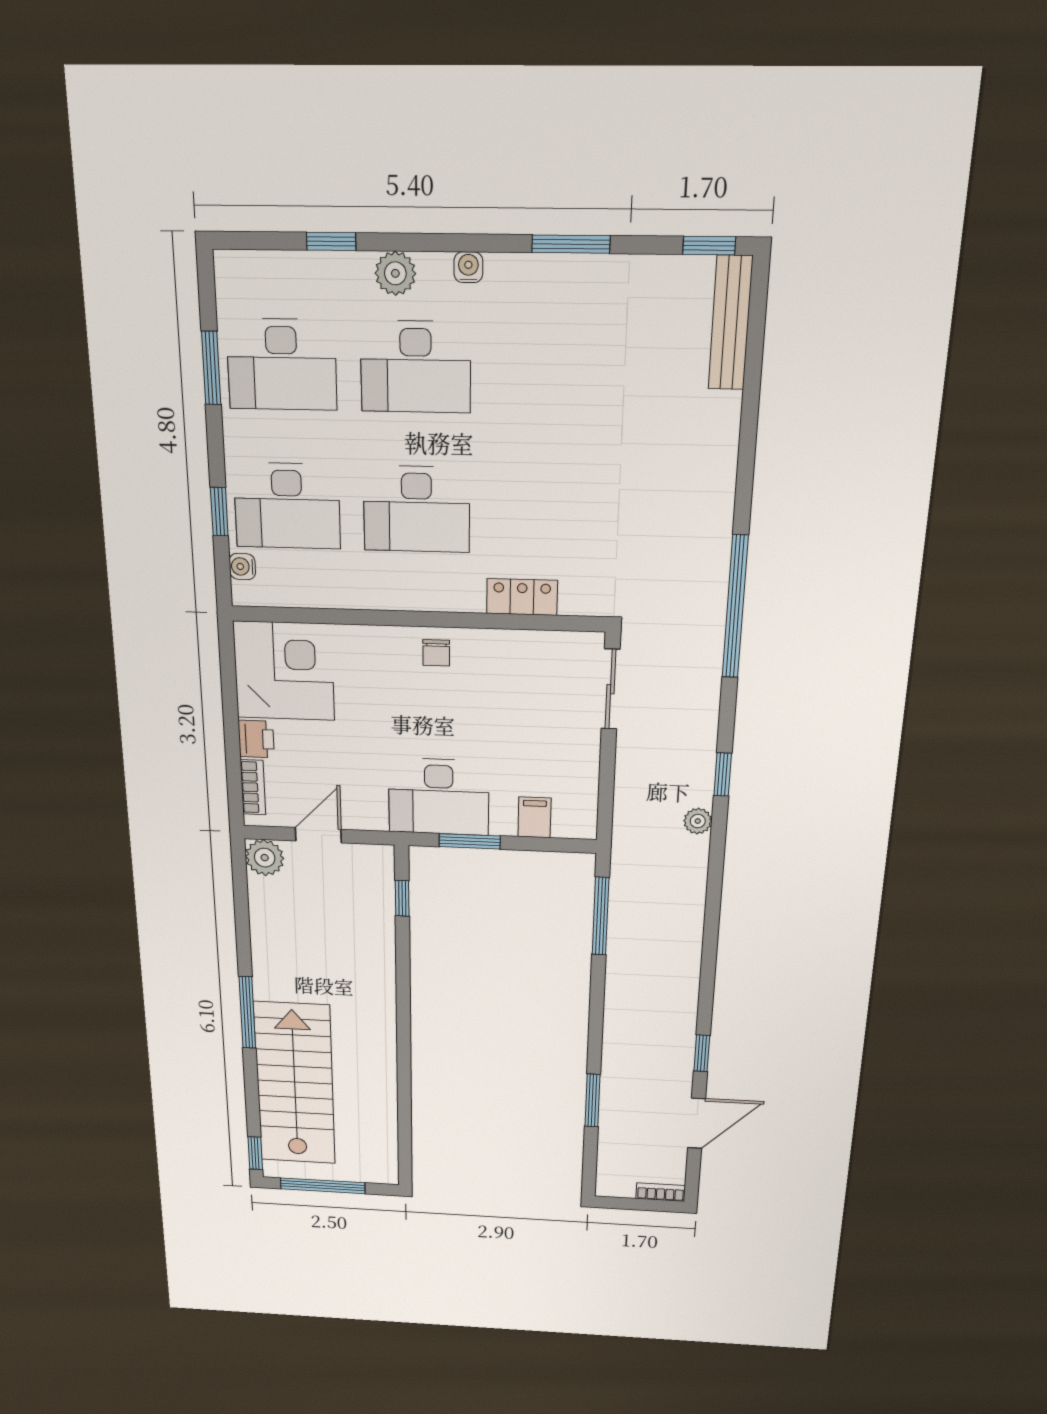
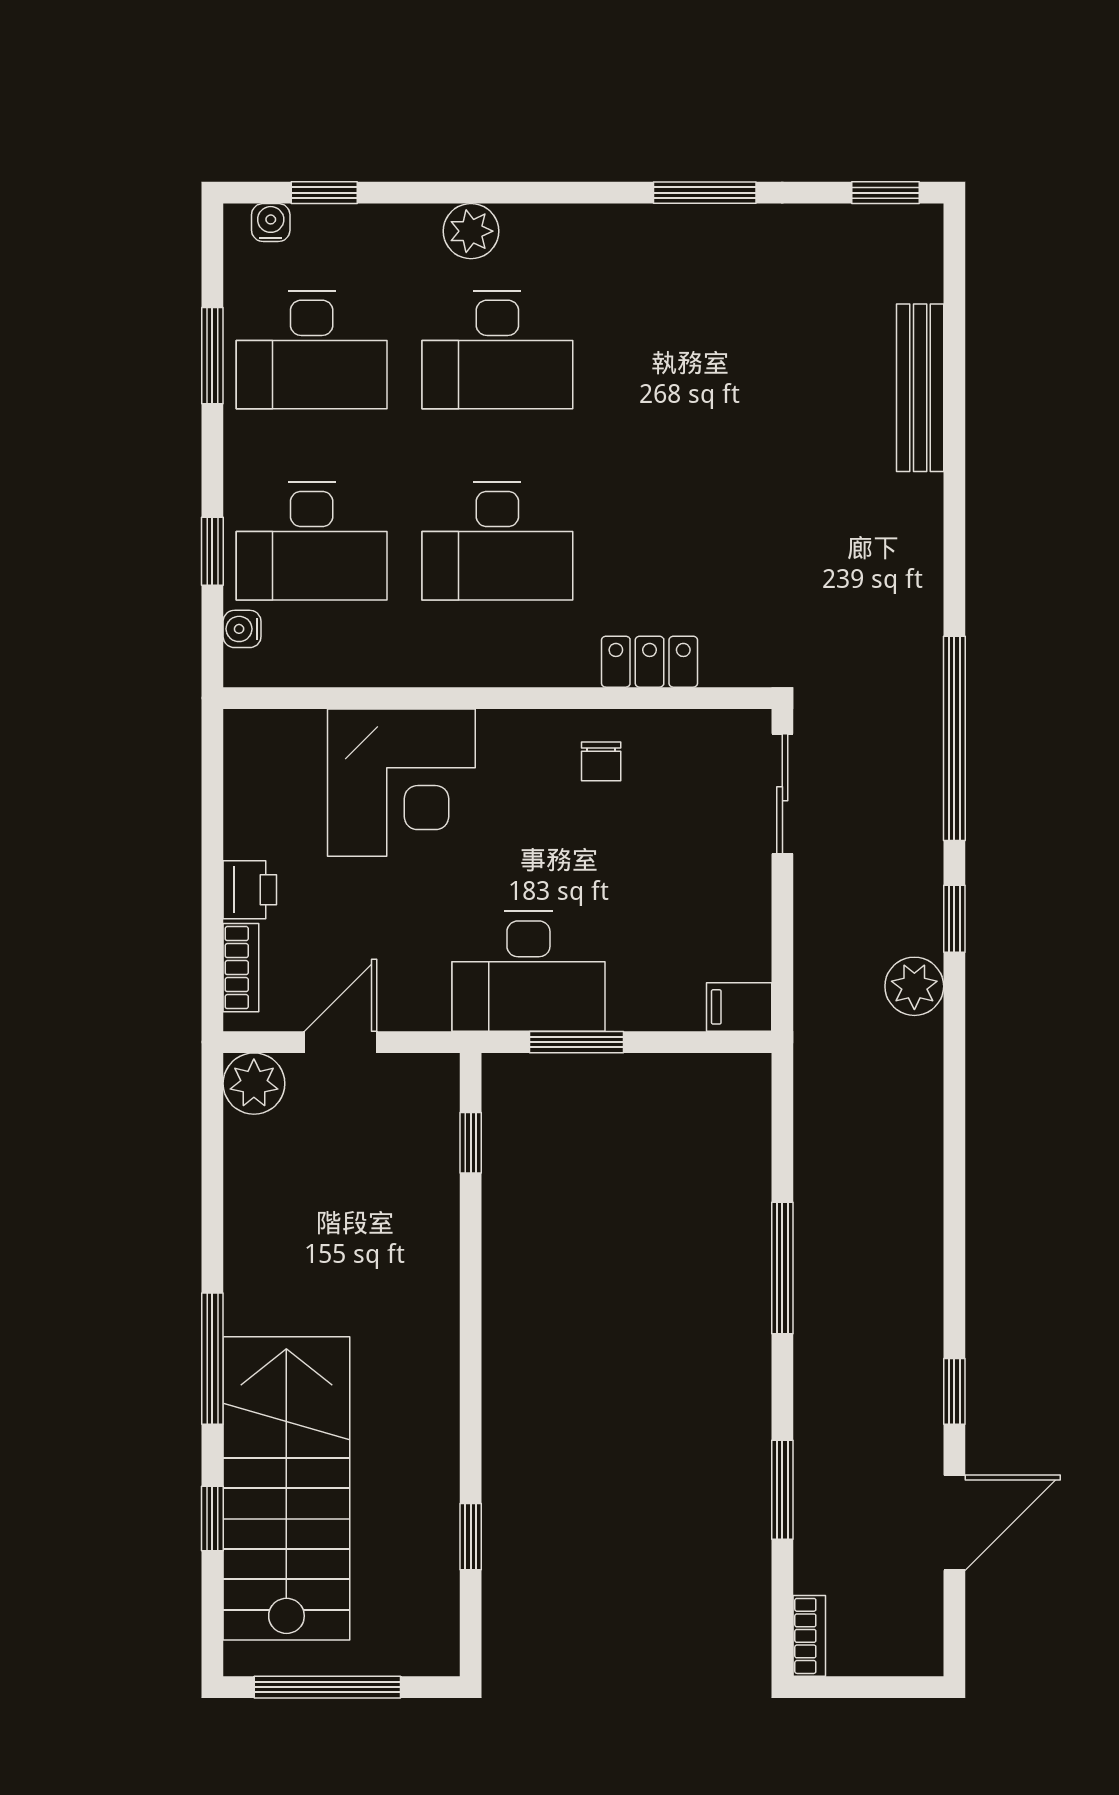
window: (331, 241) -> (324, 193), moved
water cooler: (468, 267) -> (271, 223), moved
bench: (730, 323) -> (920, 388), moved
window: (735, 607) -> (954, 738), moved
chair: (436, 653) -> (601, 761), moved
corner desk: (284, 671) -> (401, 783), moved, turned 90
filing cabinet: (535, 817) -> (739, 1007), moved, turned -90
plant: (698, 821) -> (914, 986), width x1.38, depth x1.38
window: (601, 916) -> (782, 1268), moved
window: (405, 1115) -> (471, 1537), added
window: (255, 1153) -> (212, 1518), moved
bookcase: (661, 1192) -> (809, 1636), moved, turned 90

